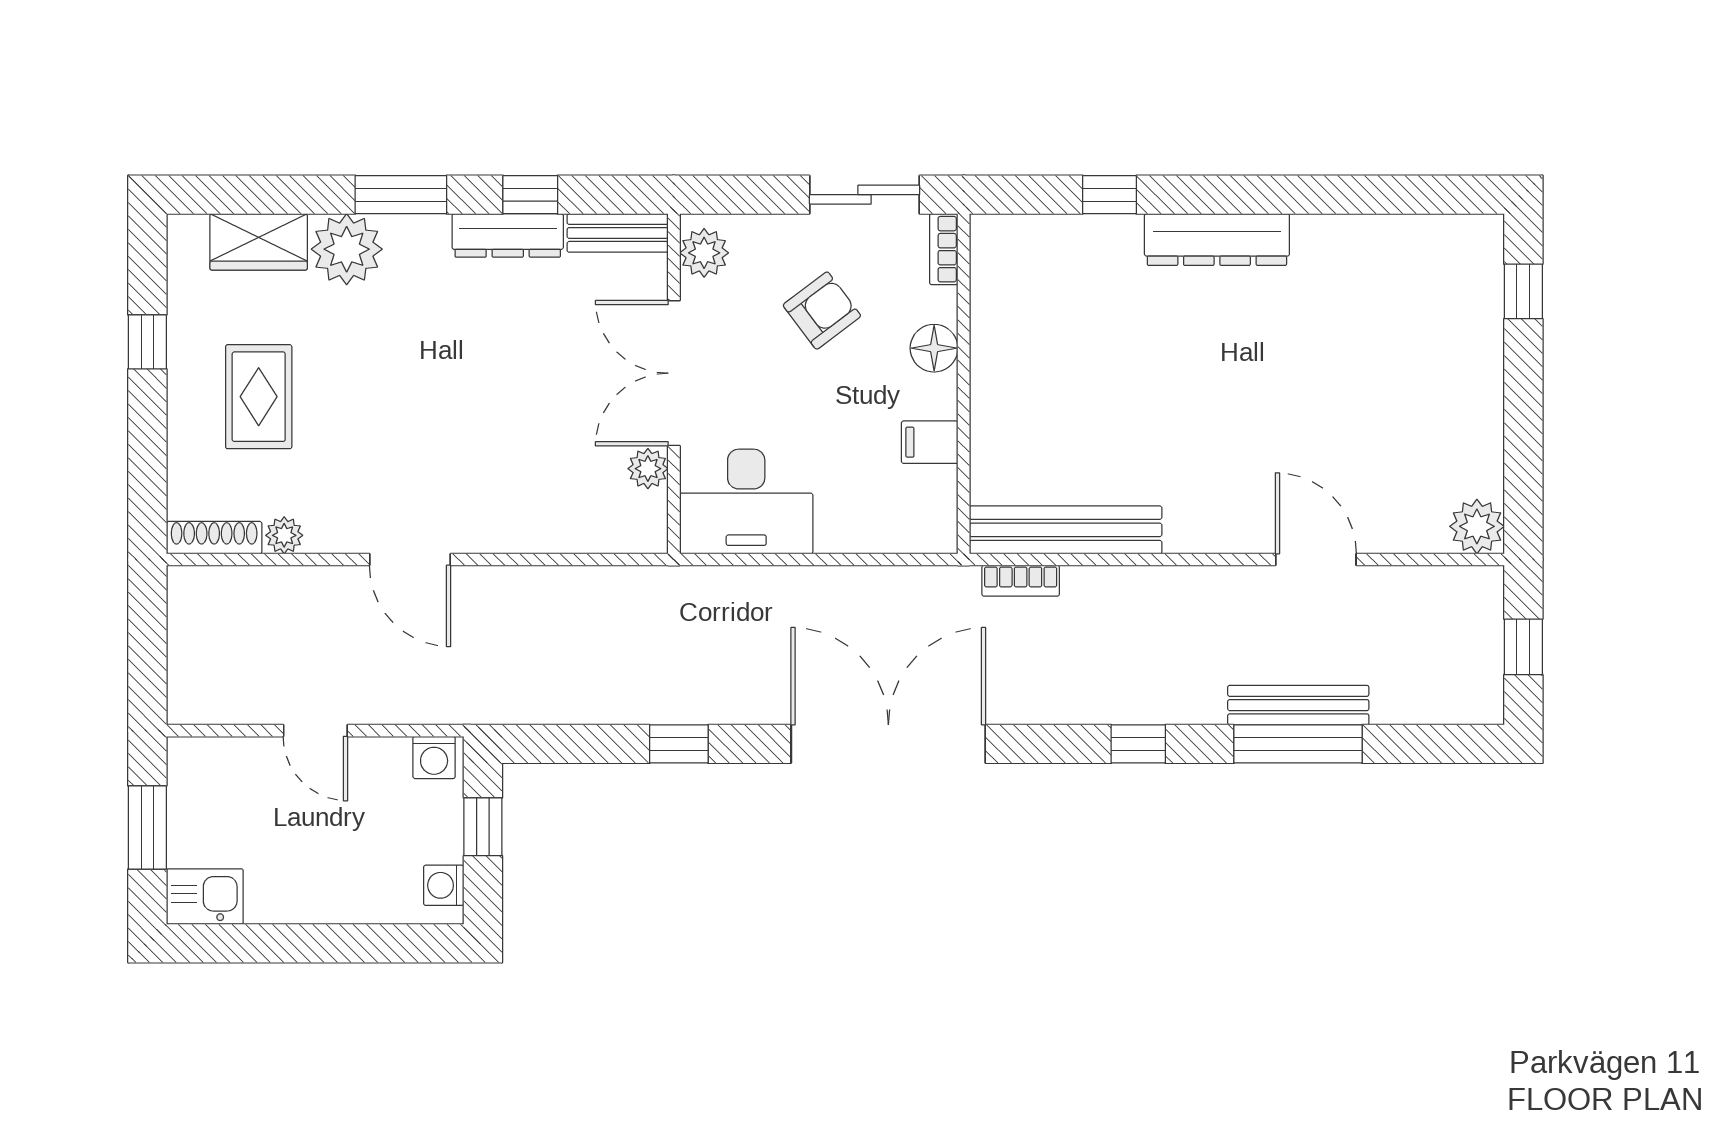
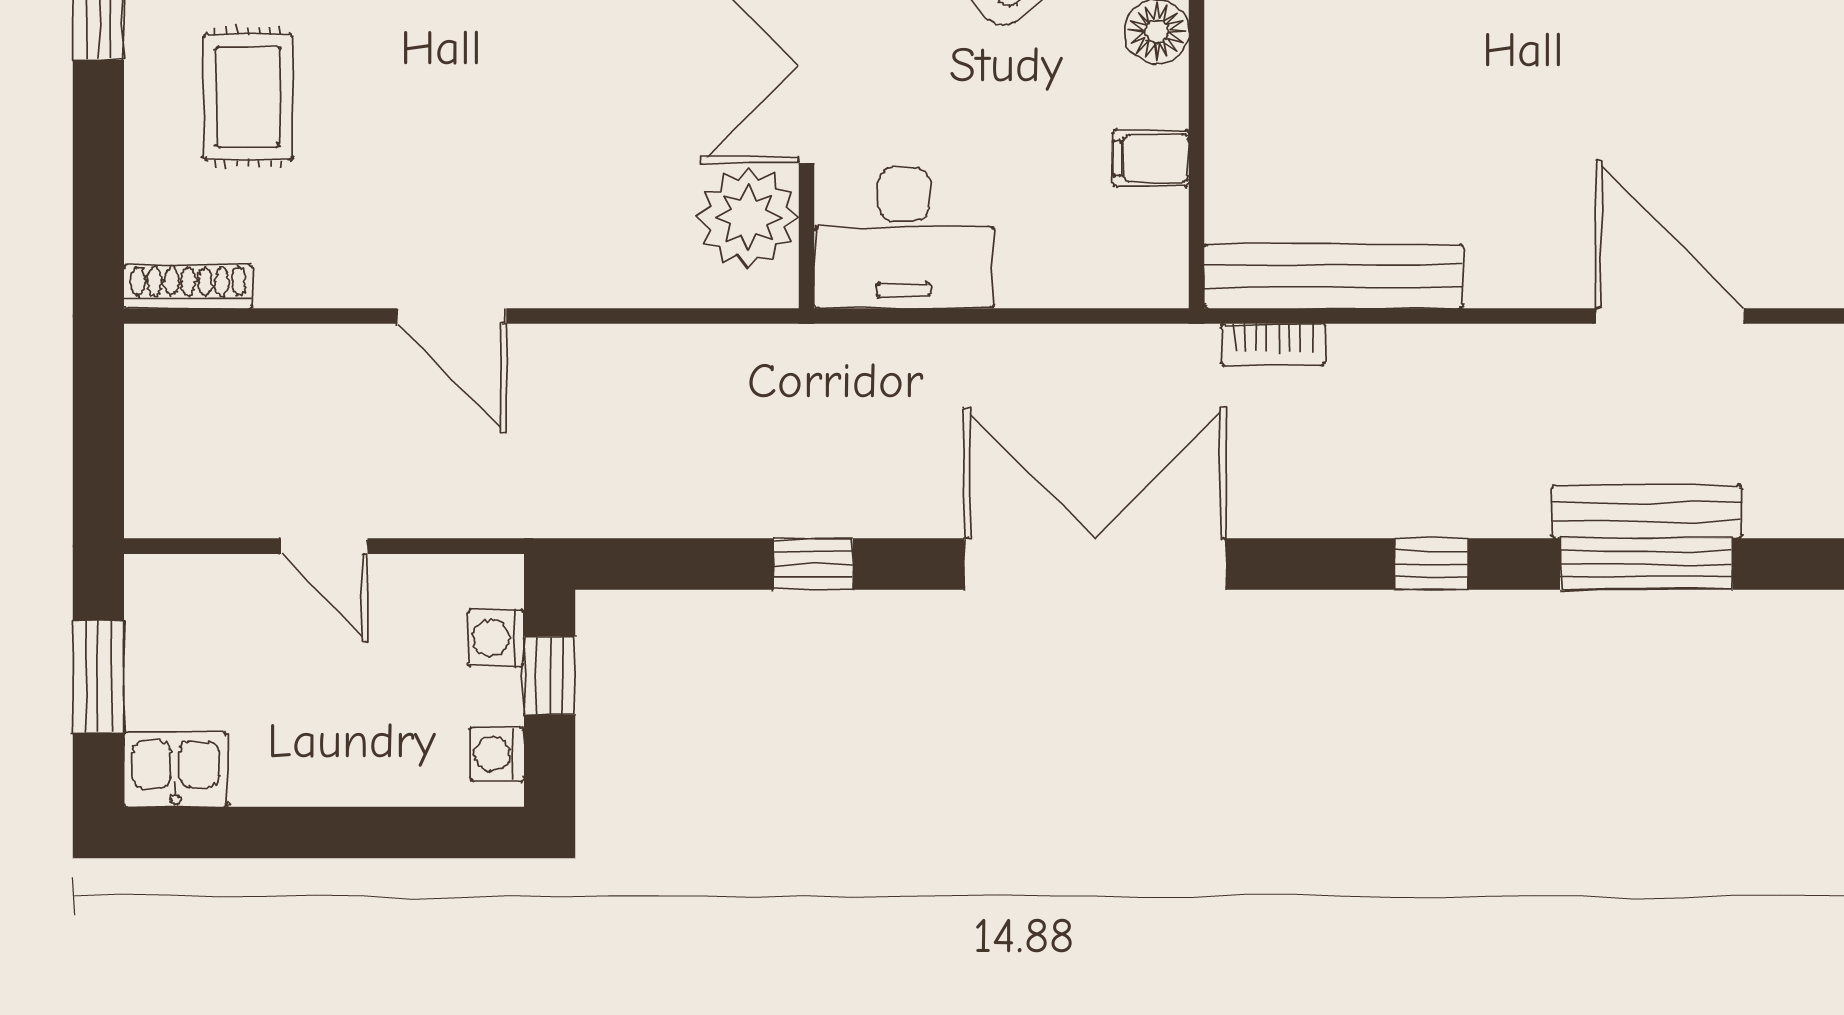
plant: (648, 469) -> (748, 217), width x1.88, depth x1.88
plant: (284, 535) -> (282, 283), removed
door: (1316, 560) -> (1670, 316), width x1.36
washing machine: (434, 757) -> (496, 638), moved, turned 90

